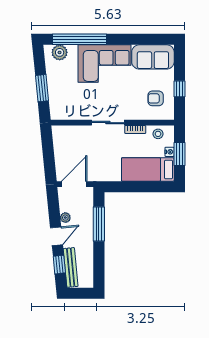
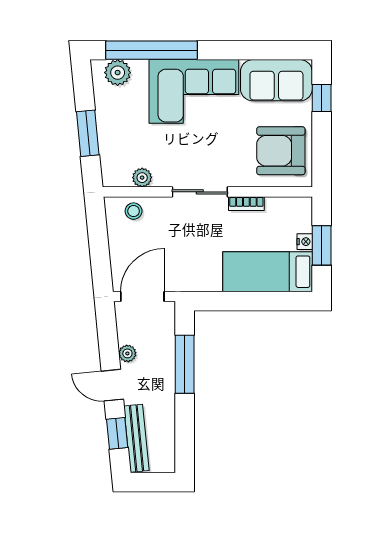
window: (179, 89) -> (322, 98), moved
armchair: (156, 98) -> (281, 151), width x1.88, depth x1.88
plant: (74, 114) -> (142, 178), added
stool: (158, 134) -> (134, 211), moved
door: (57, 236) -> (112, 385), swing flipped

